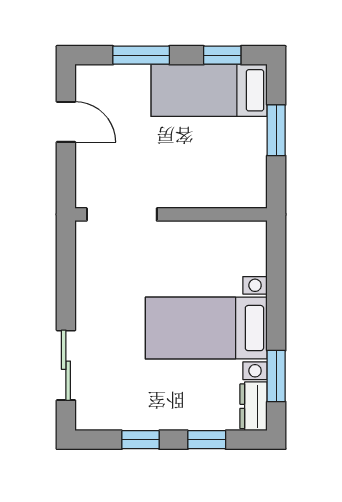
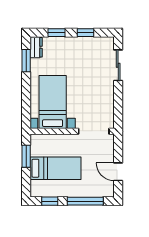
window: (141, 55) -> (85, 201), width x1.44
bed: (209, 90) -> (55, 168), moved
window: (276, 130) -> (26, 156), moved
bed with nightstands: (206, 328) -> (53, 102), moved, turned -90

